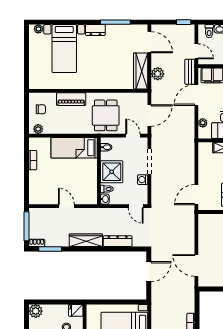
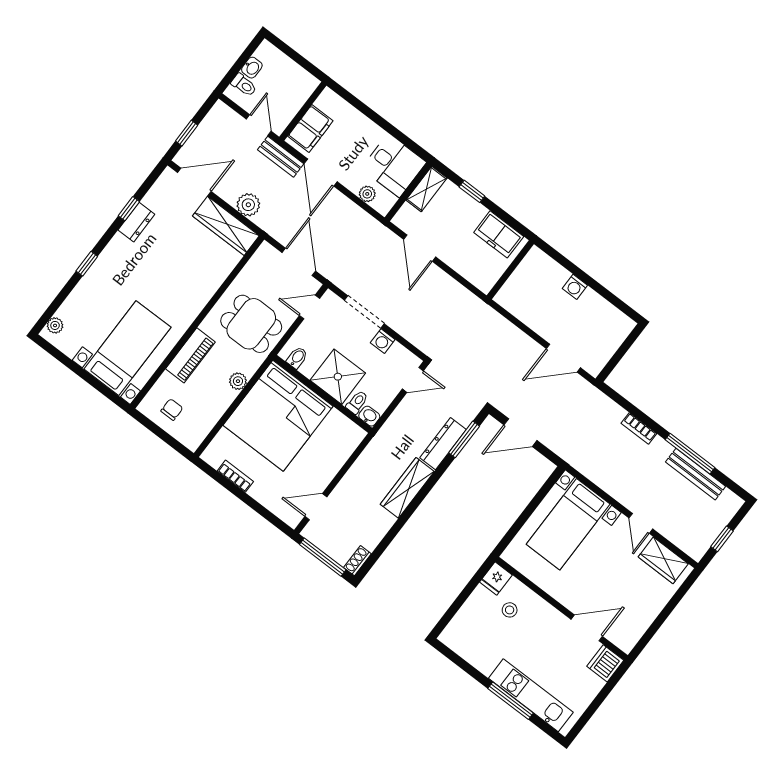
window: (77, 22) -> (87, 264), added
window: (115, 22) -> (129, 209), width x0.46
window: (184, 22) -> (187, 133), moved
dresser: (95, 30) -> (136, 222), moved
bed with nightstands: (64, 49) -> (127, 348), moved, turned -90
door: (196, 51) -> (259, 125), hinge flipped
plant: (38, 129) -> (238, 381), moved
bed: (74, 148) -> (278, 416), width x2.04
door: (196, 195) -> (420, 248), moved
door: (66, 206) -> (316, 507), moved
window: (50, 249) -> (464, 439), moved
door: (149, 272) -> (520, 433), swing flipped
plant: (36, 311) -> (453, 636), removed

